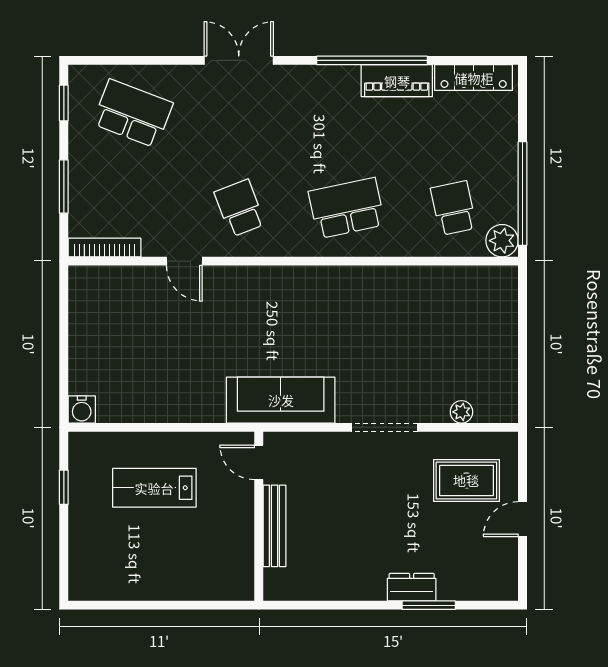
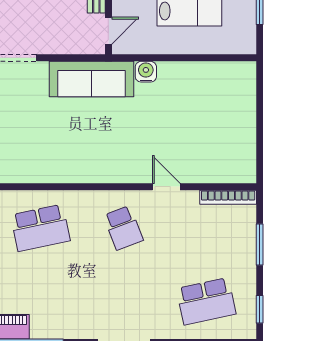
school desk: (133, 113) -> (206, 301), turned -33
water cooler: (82, 409) -> (146, 72), moved
door: (259, 462) -> (108, 31), hinge flipped

